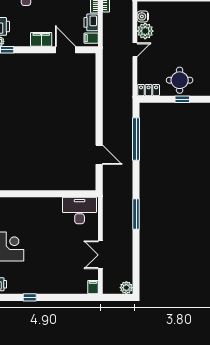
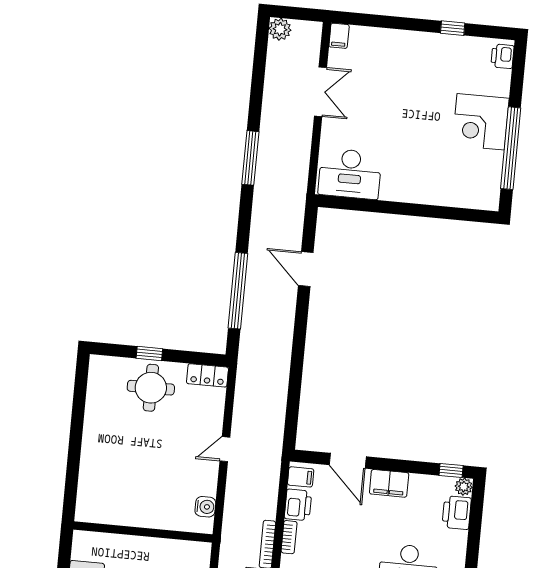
plant: (145, 31) -> (203, 481), removed

